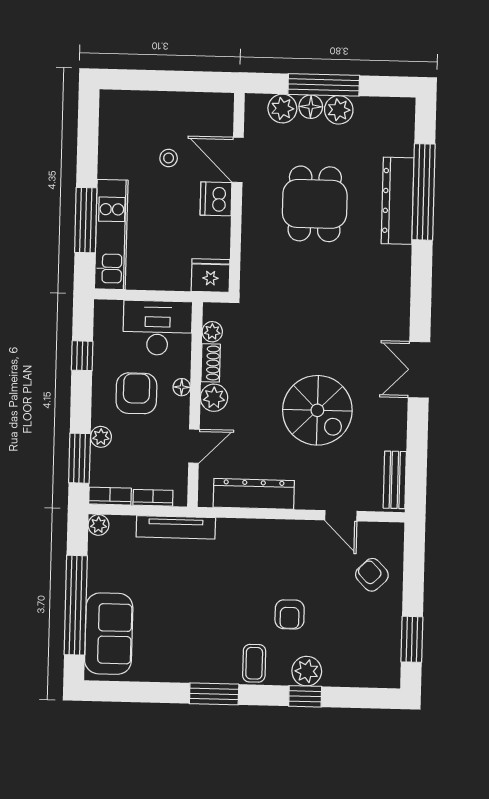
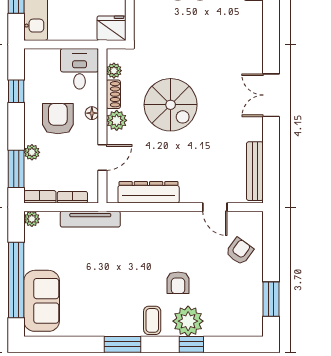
desk: (158, 328) -> (80, 69), width x0.73
spiral stairs: (317, 410) -> (171, 105), moved
bench: (395, 480) -> (255, 171), width x1.36
armchair: (372, 575) -> (239, 251), turned 80
plant: (307, 671) -> (188, 321), width x1.36, depth x1.36

